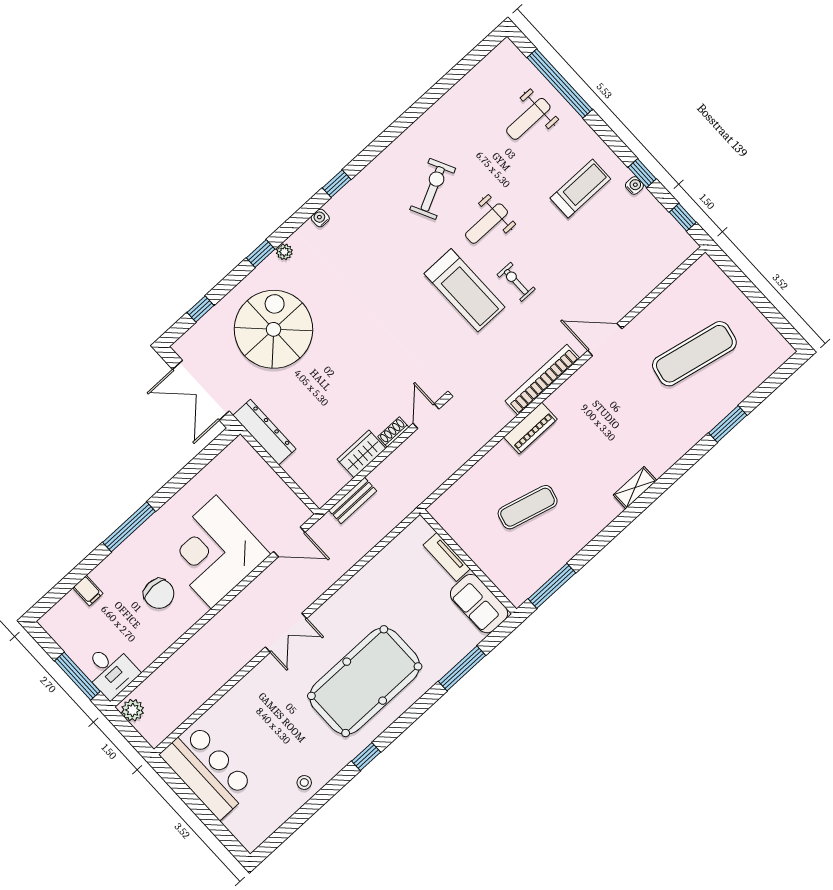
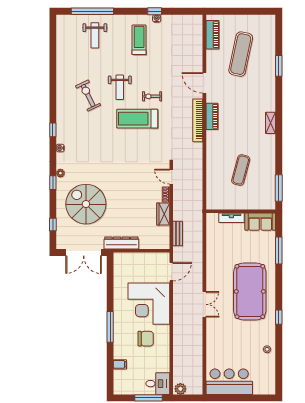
window: (683, 217) -> (185, 11), removed
piano: (685, 287) -> (212, 35), added
treadmill: (464, 290) -> (137, 119), turned 180
door: (605, 340) -> (204, 83), hinge flipped
piano: (530, 428) -> (212, 116), moved

